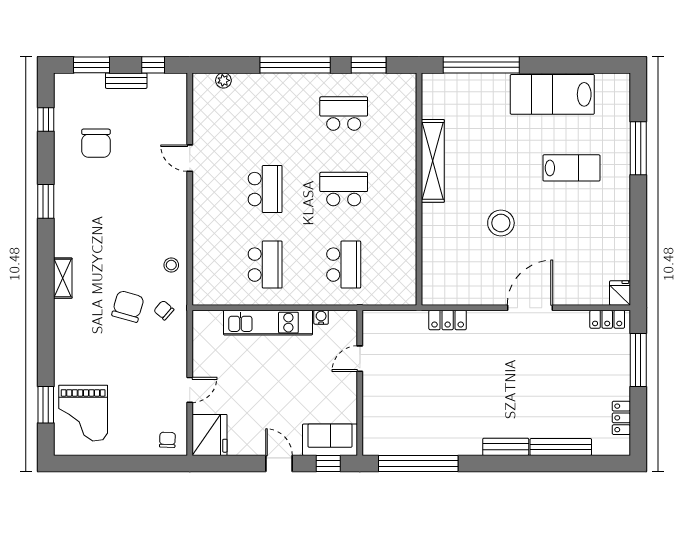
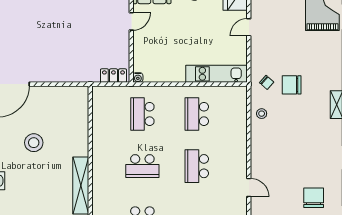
chair: (128, 306) -> (292, 85), turned 74
water cooler: (321, 317) -> (138, 78), moved
locker: (448, 320) -> (113, 76), moved
kitchen unit: (268, 323) -> (216, 74), moved
door: (360, 359) -> (131, 21), moved

